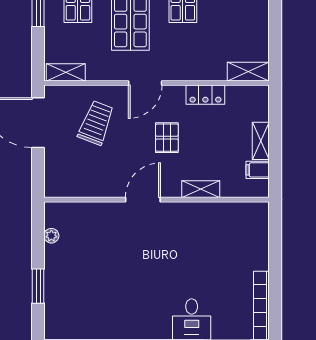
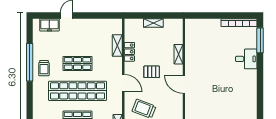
shelving: (248, 72) -> (117, 46), moved
filing cabinet: (258, 170) -> (168, 25), removed

